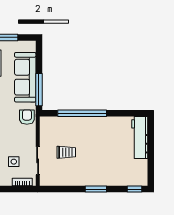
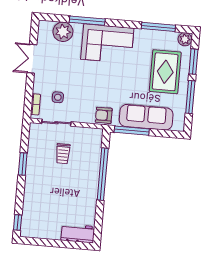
armchair: (27, 117) -> (104, 115), turned 180
workbench: (140, 137) -> (78, 233), width x0.73
window: (96, 189) -> (23, 164), moved

